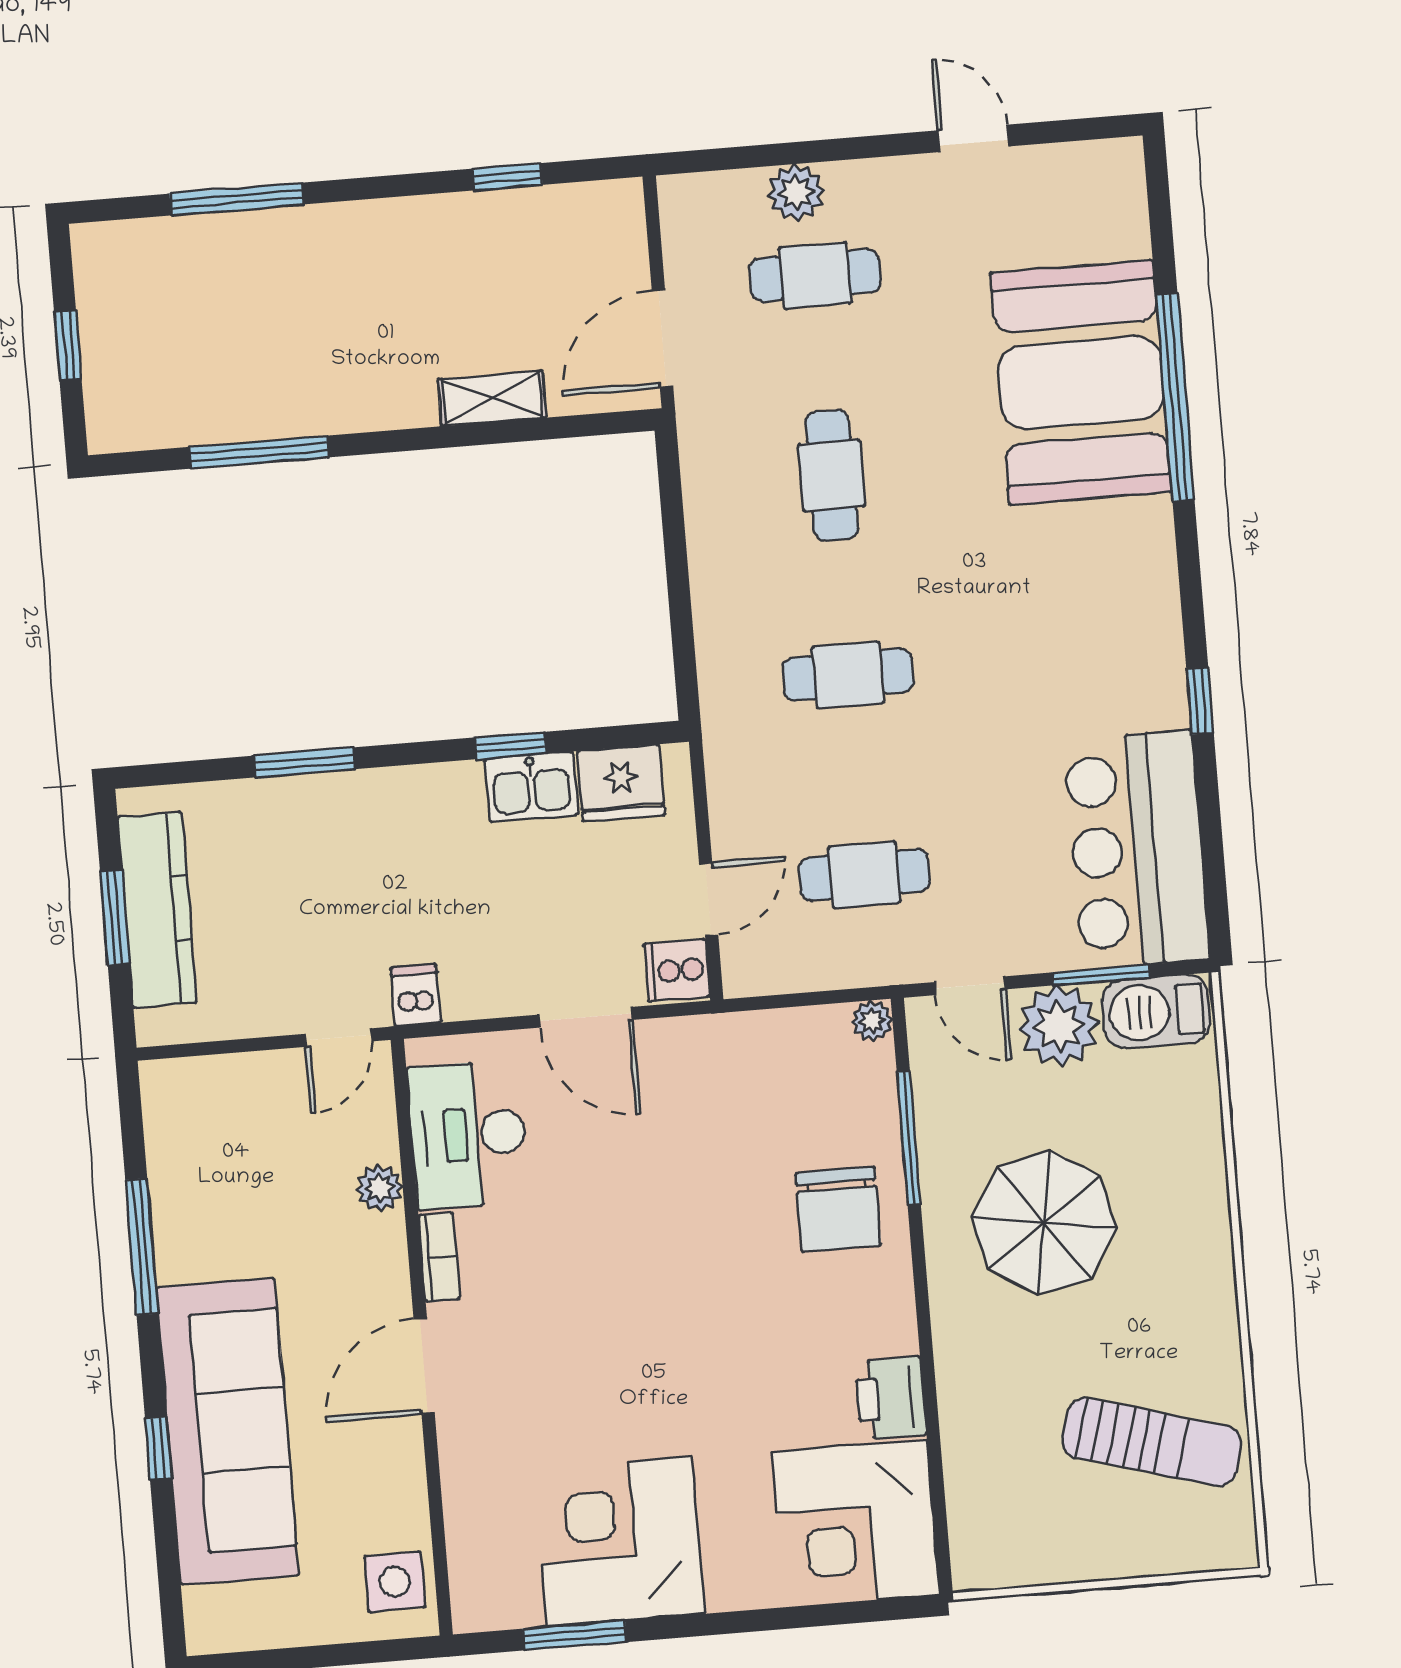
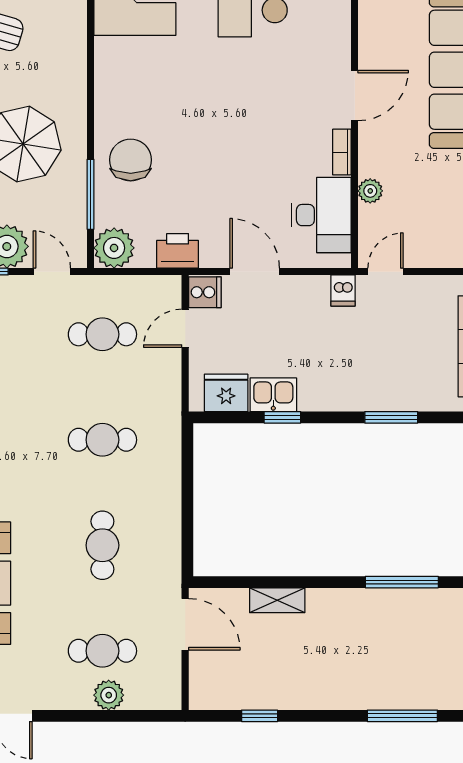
door: (662, 338) -> (185, 624), hinge flipped
plant: (872, 1021) -> (114, 248), width x1.88, depth x1.88
printer: (891, 1398) -> (178, 251), moved, turned -90

